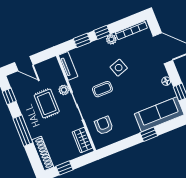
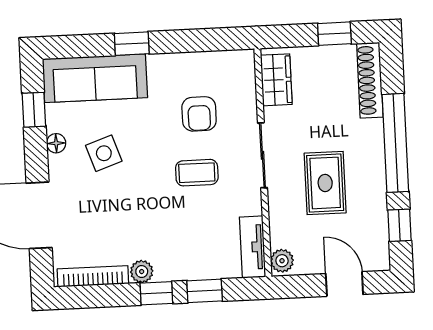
side table: (119, 68) -> (104, 153), moved
plant: (64, 90) -> (282, 261), moved
armchair: (104, 126) -> (199, 114), moved
window: (23, 131) -> (395, 143), width x1.46

